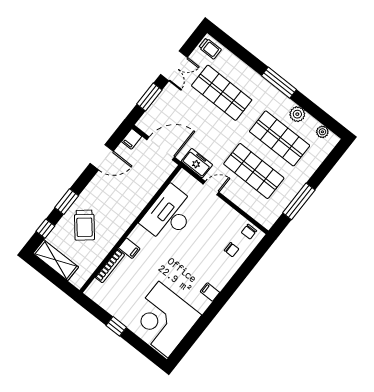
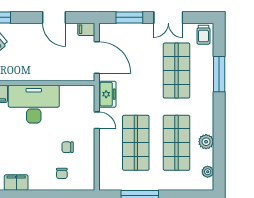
window: (279, 83) -> (219, 74), moved
desk: (169, 215) -> (34, 104), moved
chair: (249, 232) -> (68, 147), moved
filing cabinet: (210, 292) -> (16, 183), width x2.00

